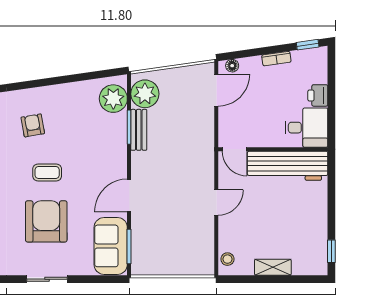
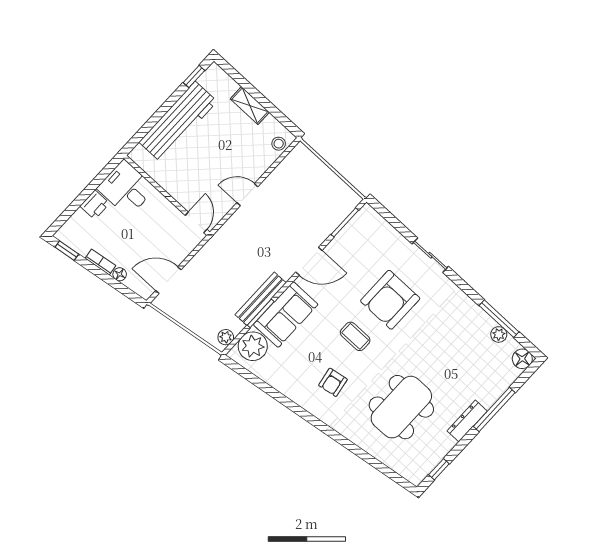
floor lamp: (232, 66) -> (120, 274), moved
plant: (145, 94) -> (226, 337), width x0.53, depth x0.53
bench: (139, 130) -> (261, 299), width x1.36
workbench: (288, 166) -> (178, 122), moved, turned 90
sofa: (111, 246) -> (286, 315), moved

